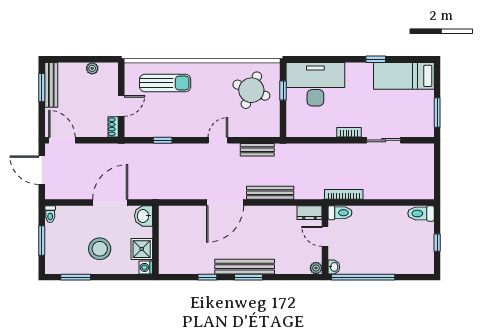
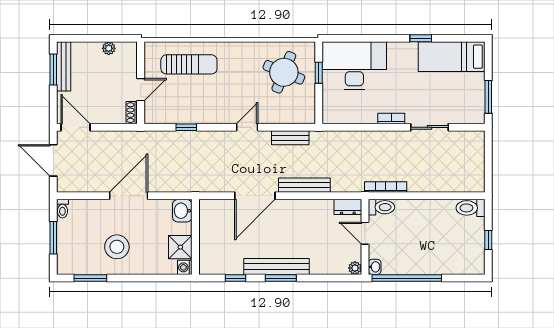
washbasin: (143, 216) -> (182, 211), moved
wall: (155, 240) -> (195, 237), moved
shower: (142, 249) -> (180, 247), moved
washing machine: (146, 267) -> (185, 267), moved

